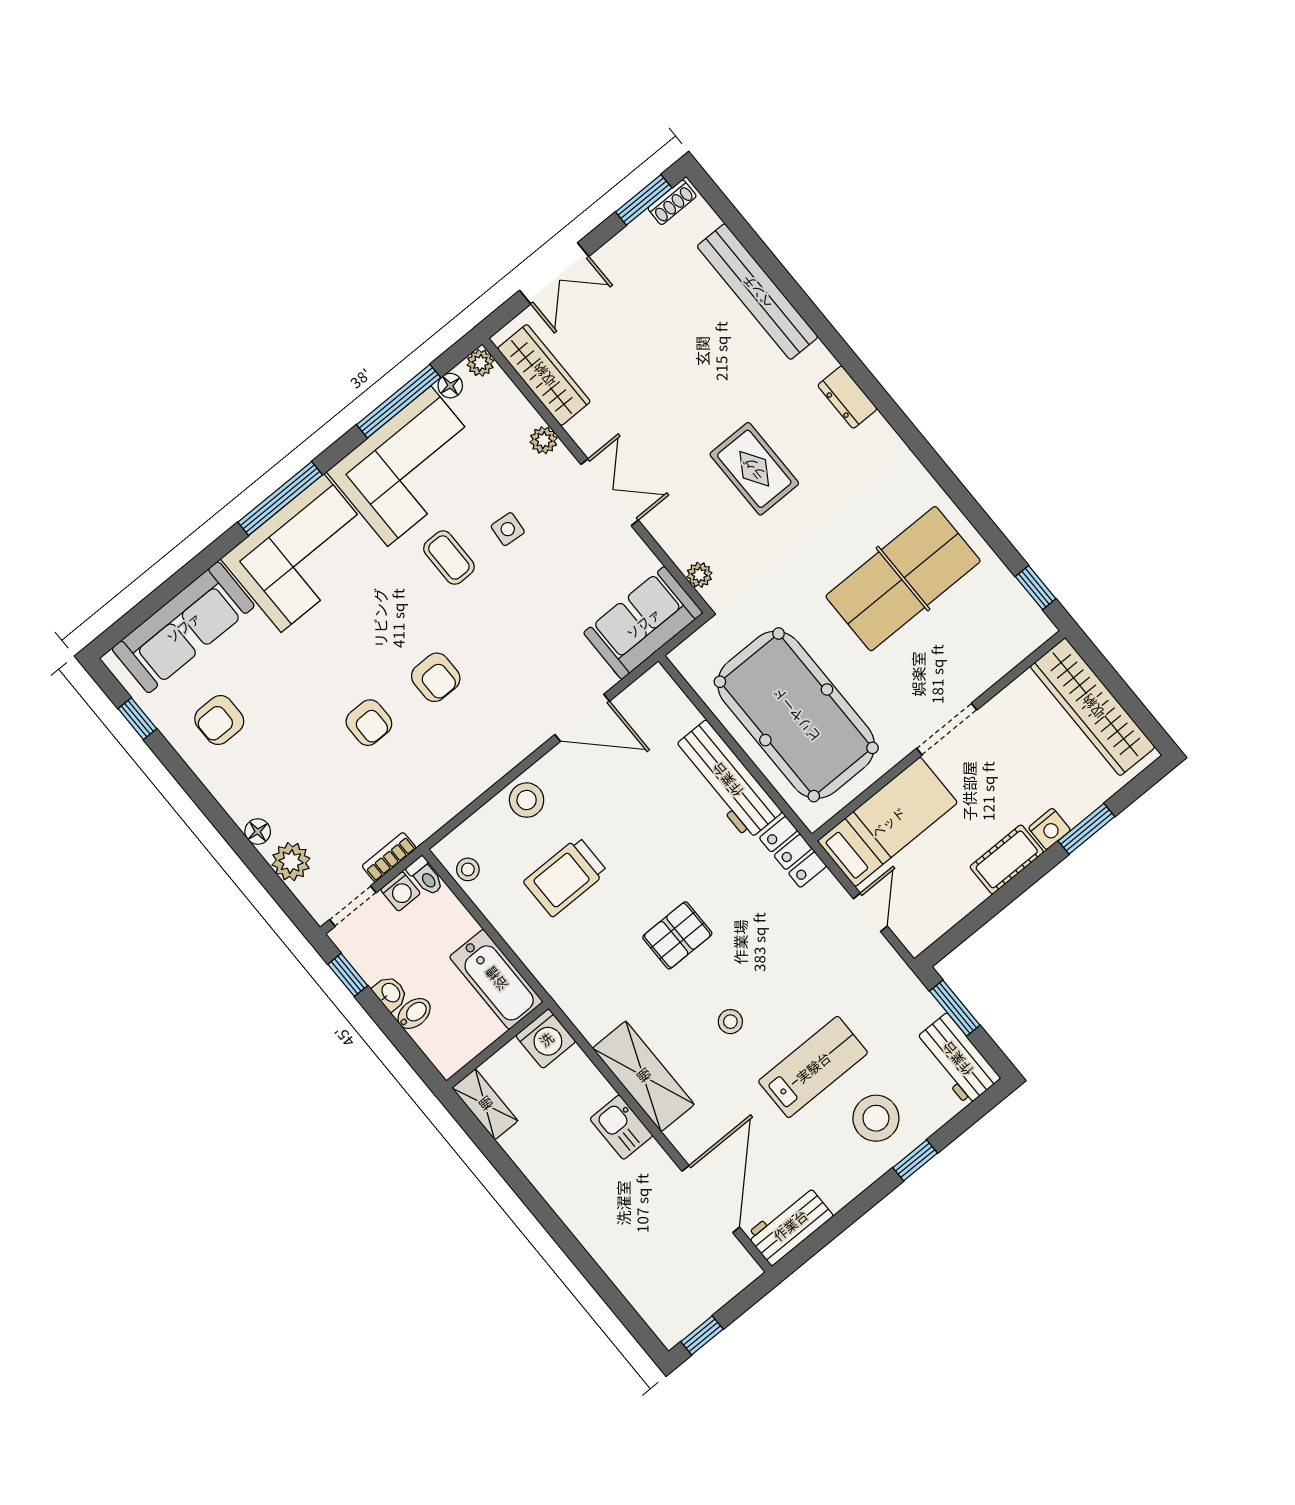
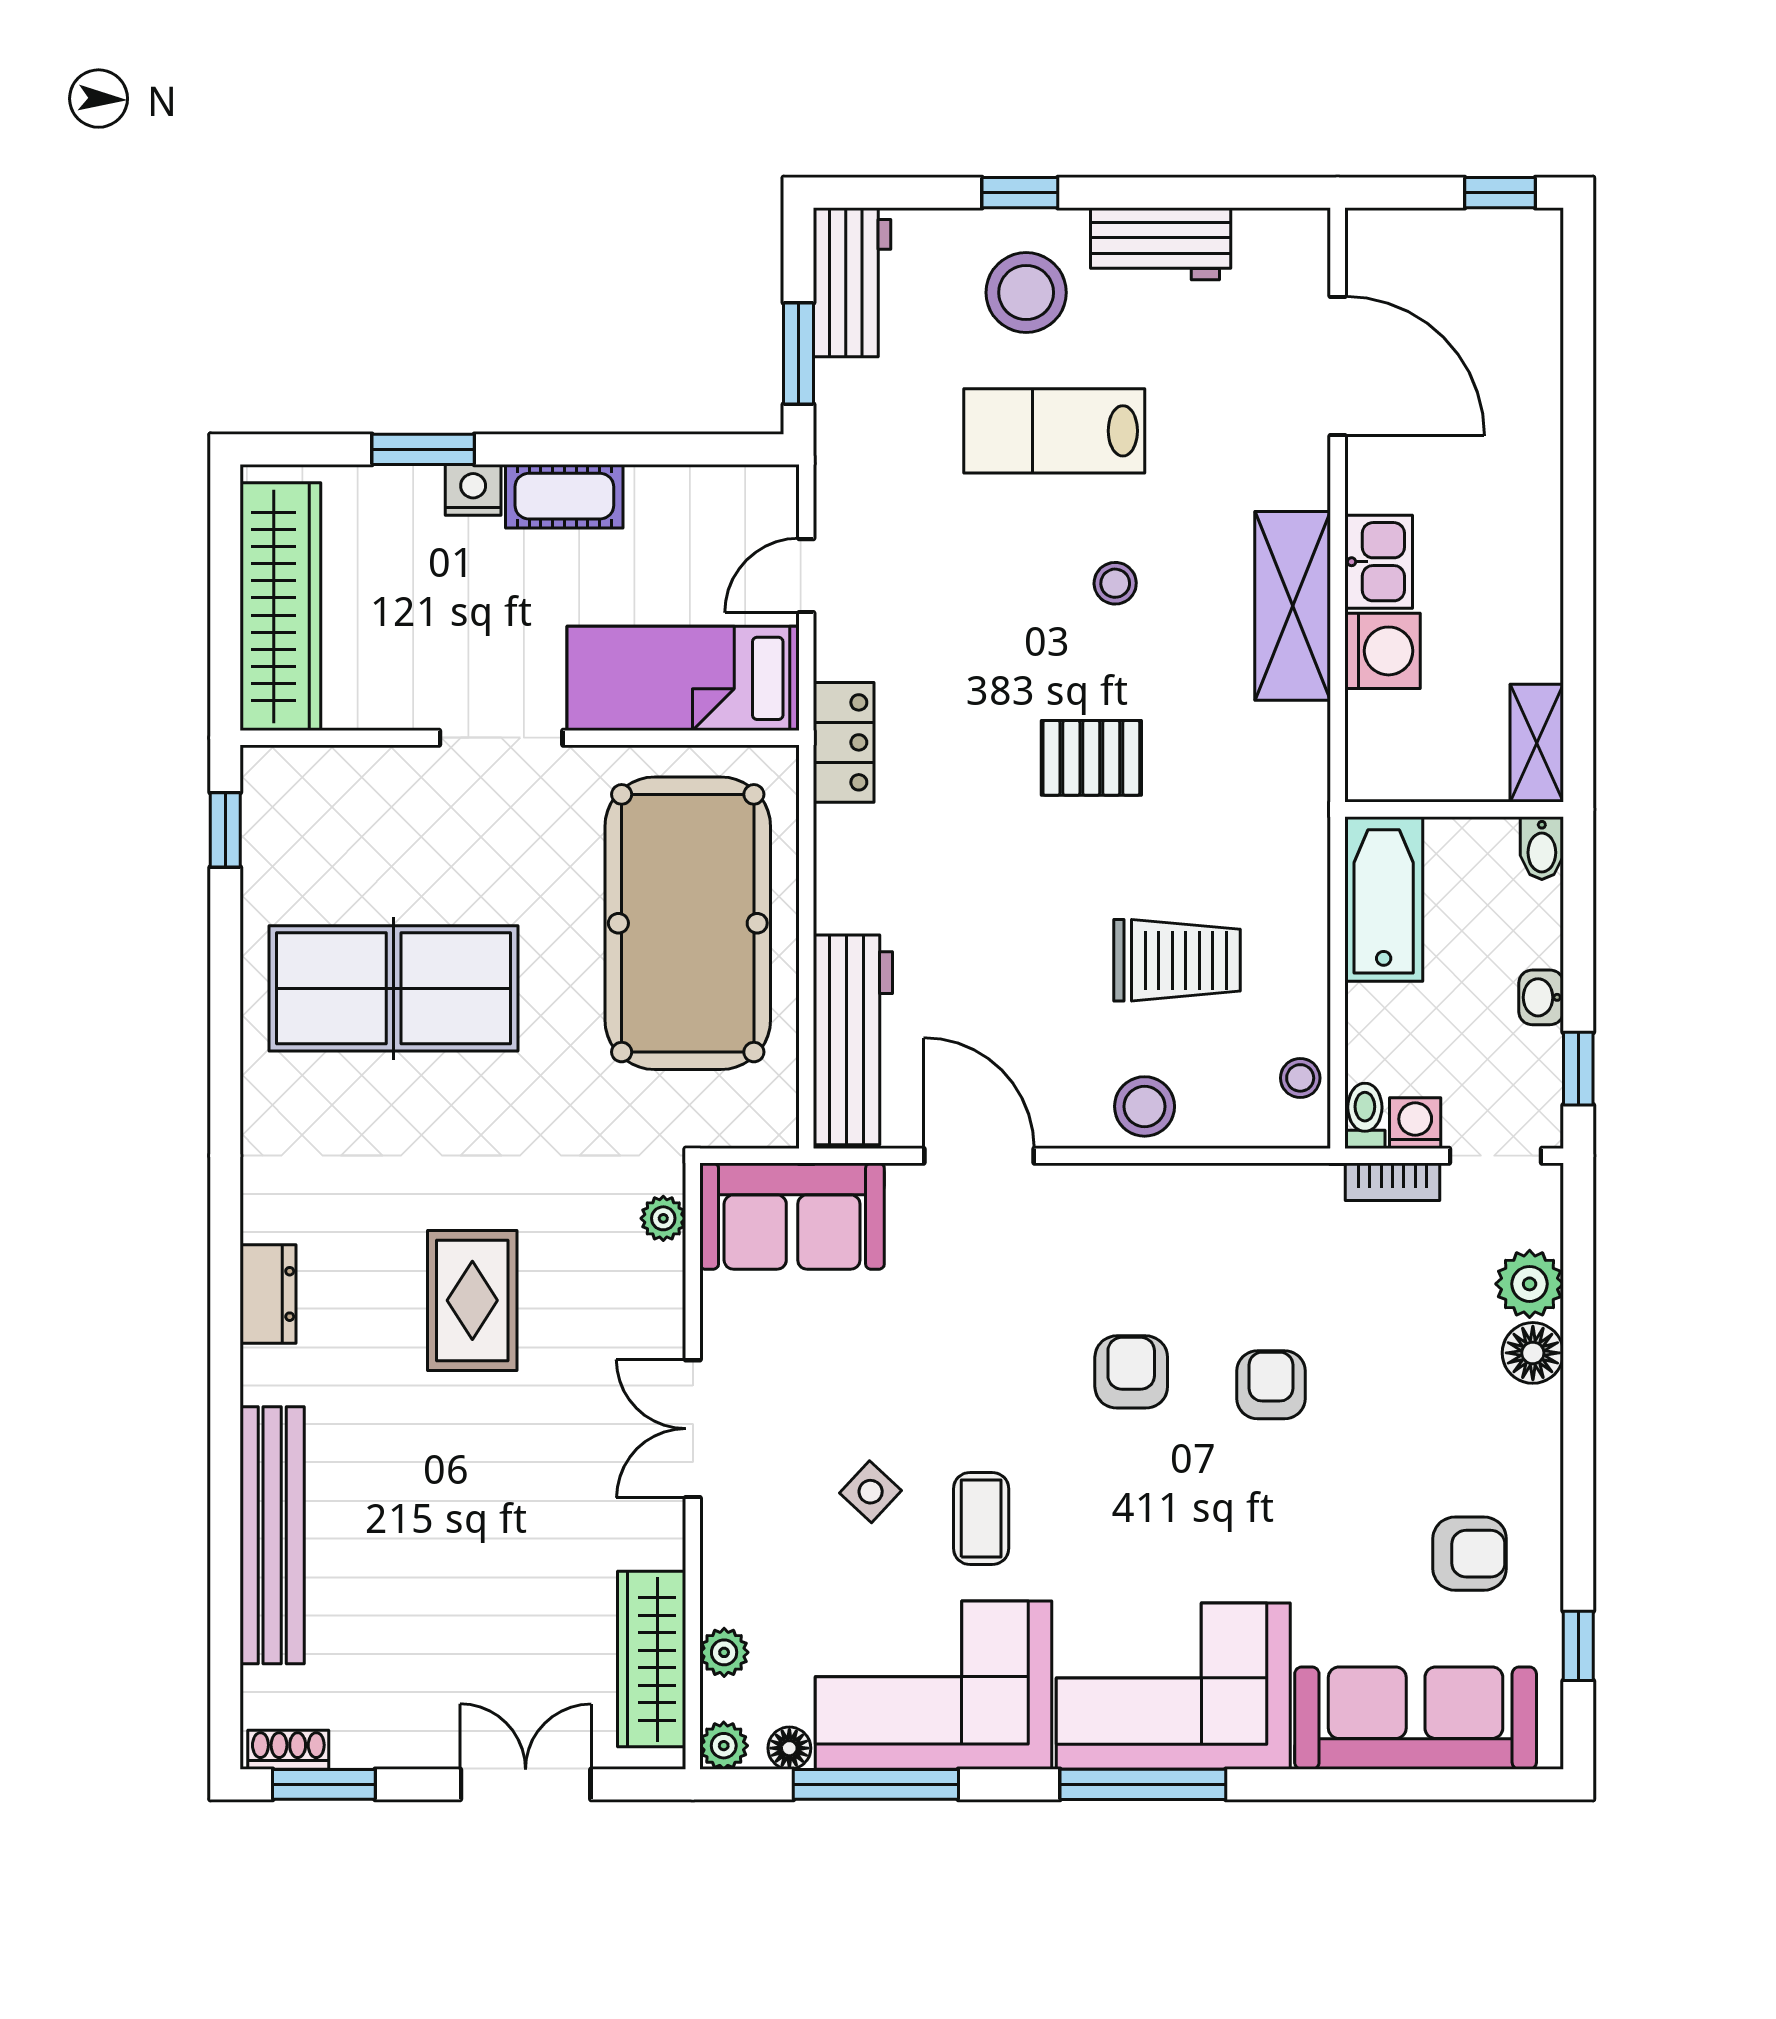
plant: (544, 440) -> (724, 1652), moved
side table: (508, 529) -> (871, 1492), turned 38
workbench: (727, 780) -> (853, 1040), moved
floor lamp: (258, 832) -> (1533, 1353), width x1.37, depth x1.37
bidet: (414, 1013) -> (1542, 848), moved, turned -90
washing machine: (546, 1039) -> (1382, 651), moved, turned 90
door: (711, 1199) -> (1338, 366), swing flipped
workbench: (790, 1225) -> (1161, 244), moved

